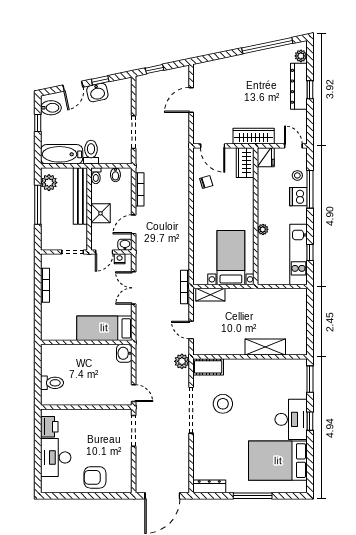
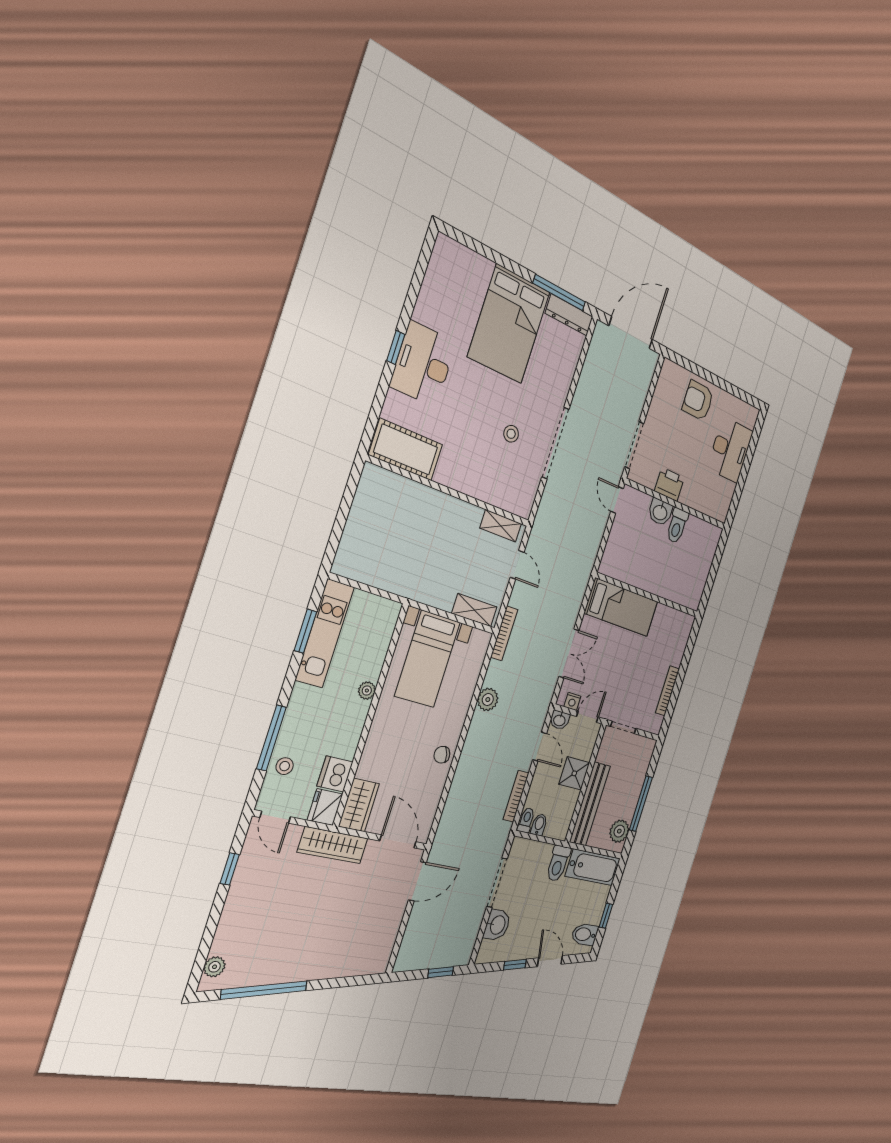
door: (73, 86) -> (550, 961), hinge flipped
dresser: (299, 86) -> (234, 916), removed
window: (310, 90) -> (230, 869), moved
washbasin: (97, 92) -> (497, 925), moved, turned 102
door: (191, 100) -> (417, 881), moved
toilet: (96, 176) -> (526, 820), moved
chair: (206, 182) -> (442, 755), moved
dishwasher: (298, 197) -> (335, 774), moved, turned 180
door: (134, 224) -> (540, 747), hinge flipped
window: (310, 252) -> (305, 631), width x1.50
shelving: (265, 347) -> (501, 526), moved, width x0.67, depth x0.75
washbasin: (124, 353) -> (660, 512), moved, turned 90
plant: (182, 361) -> (488, 699), moved
cot: (208, 367) -> (406, 450), moved, width x1.37, depth x1.34
window: (310, 379) -> (373, 418), removed
toilet: (52, 383) -> (677, 526), moved, turned -90
stool: (223, 404) -> (511, 434), width x0.53, depth x0.53
printer: (49, 427) -> (669, 484), moved, turned 90
bed: (278, 461) -> (509, 324), moved, turned 90
armchair: (95, 477) -> (698, 401), turned 180
window: (253, 496) -> (559, 293), moved

